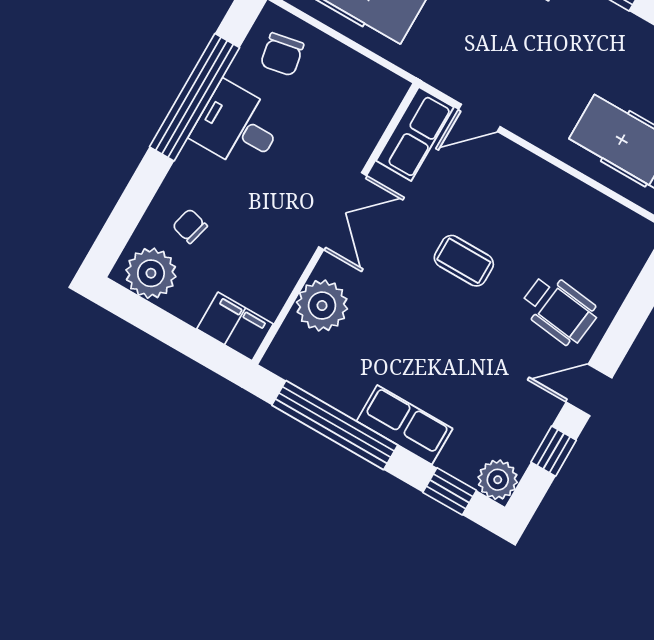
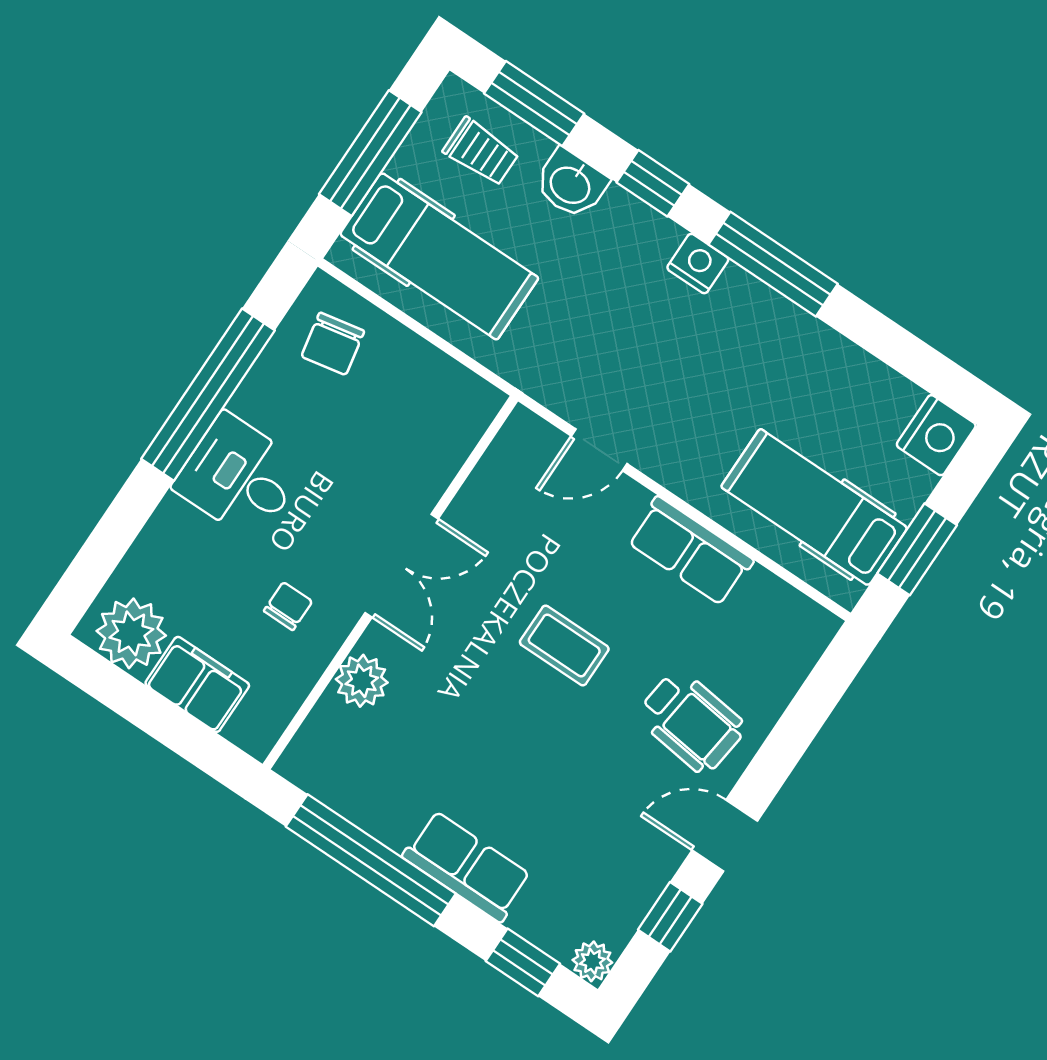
desk: (238, 126) -> (239, 477), moved
row of seats: (415, 134) -> (690, 551), moved, turned 90
chair: (190, 226) -> (288, 606), moved, turned 75
plant: (322, 306) -> (362, 681), width x0.73, depth x0.73
filing cabinet: (235, 326) -> (197, 684), moved
plant: (498, 480) -> (592, 961), width x0.73, depth x0.73

